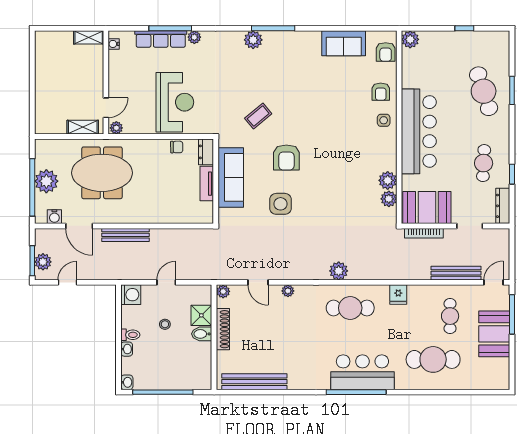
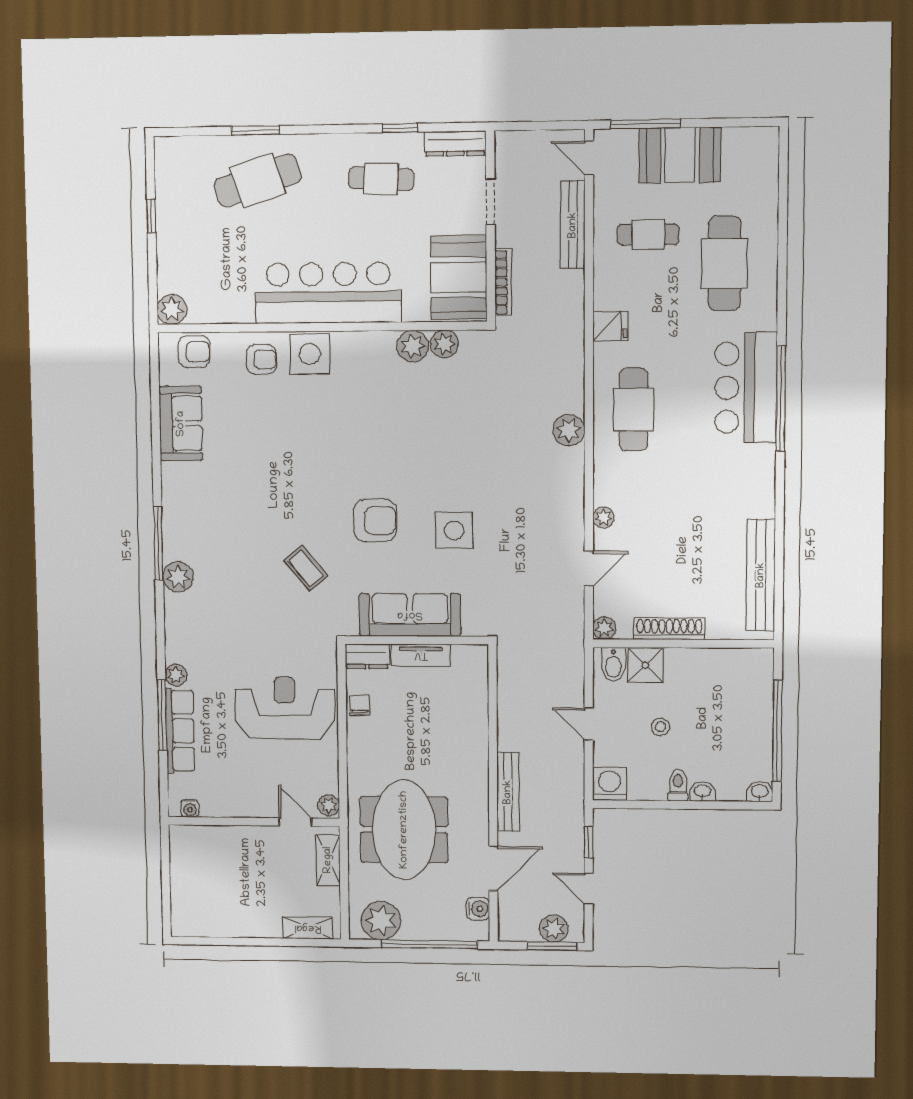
shelving: (89, 37) -> (308, 928), moved, turned 90
side table: (384, 120) -> (310, 354), width x1.87, depth x1.87
plant: (46, 181) -> (381, 921), moved
window: (96, 282) -> (589, 842), added
bidet: (202, 334) -> (614, 664), moved

